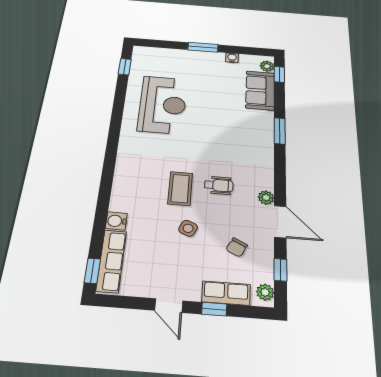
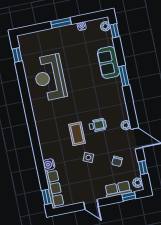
sofa: (260, 90) -> (109, 62), moved
reception desk: (163, 105) -> (50, 78), turned 180
window: (214, 309) -> (129, 196), moved

